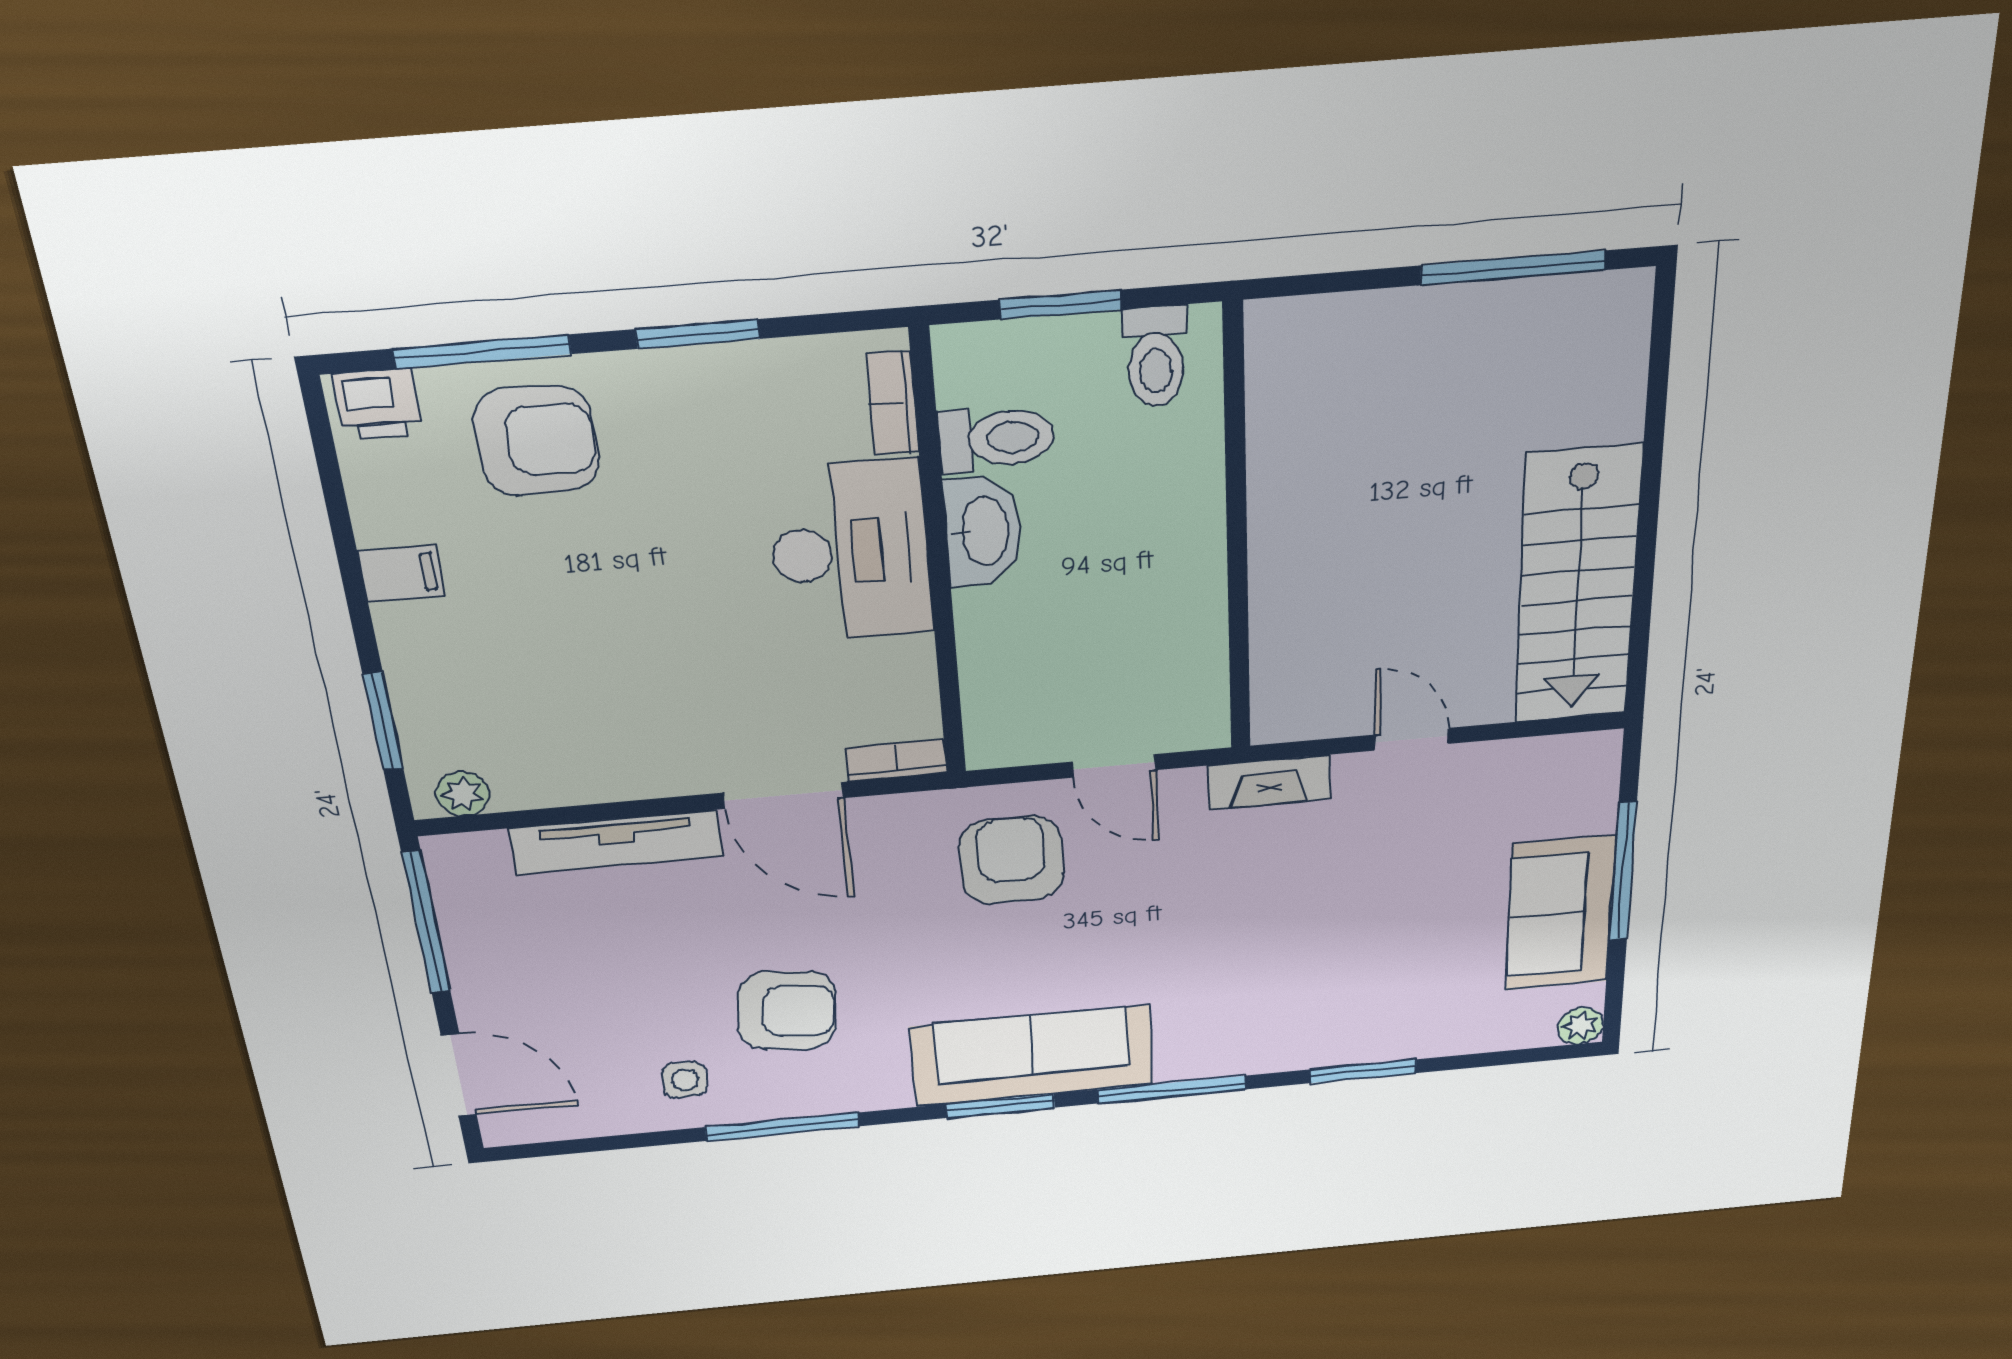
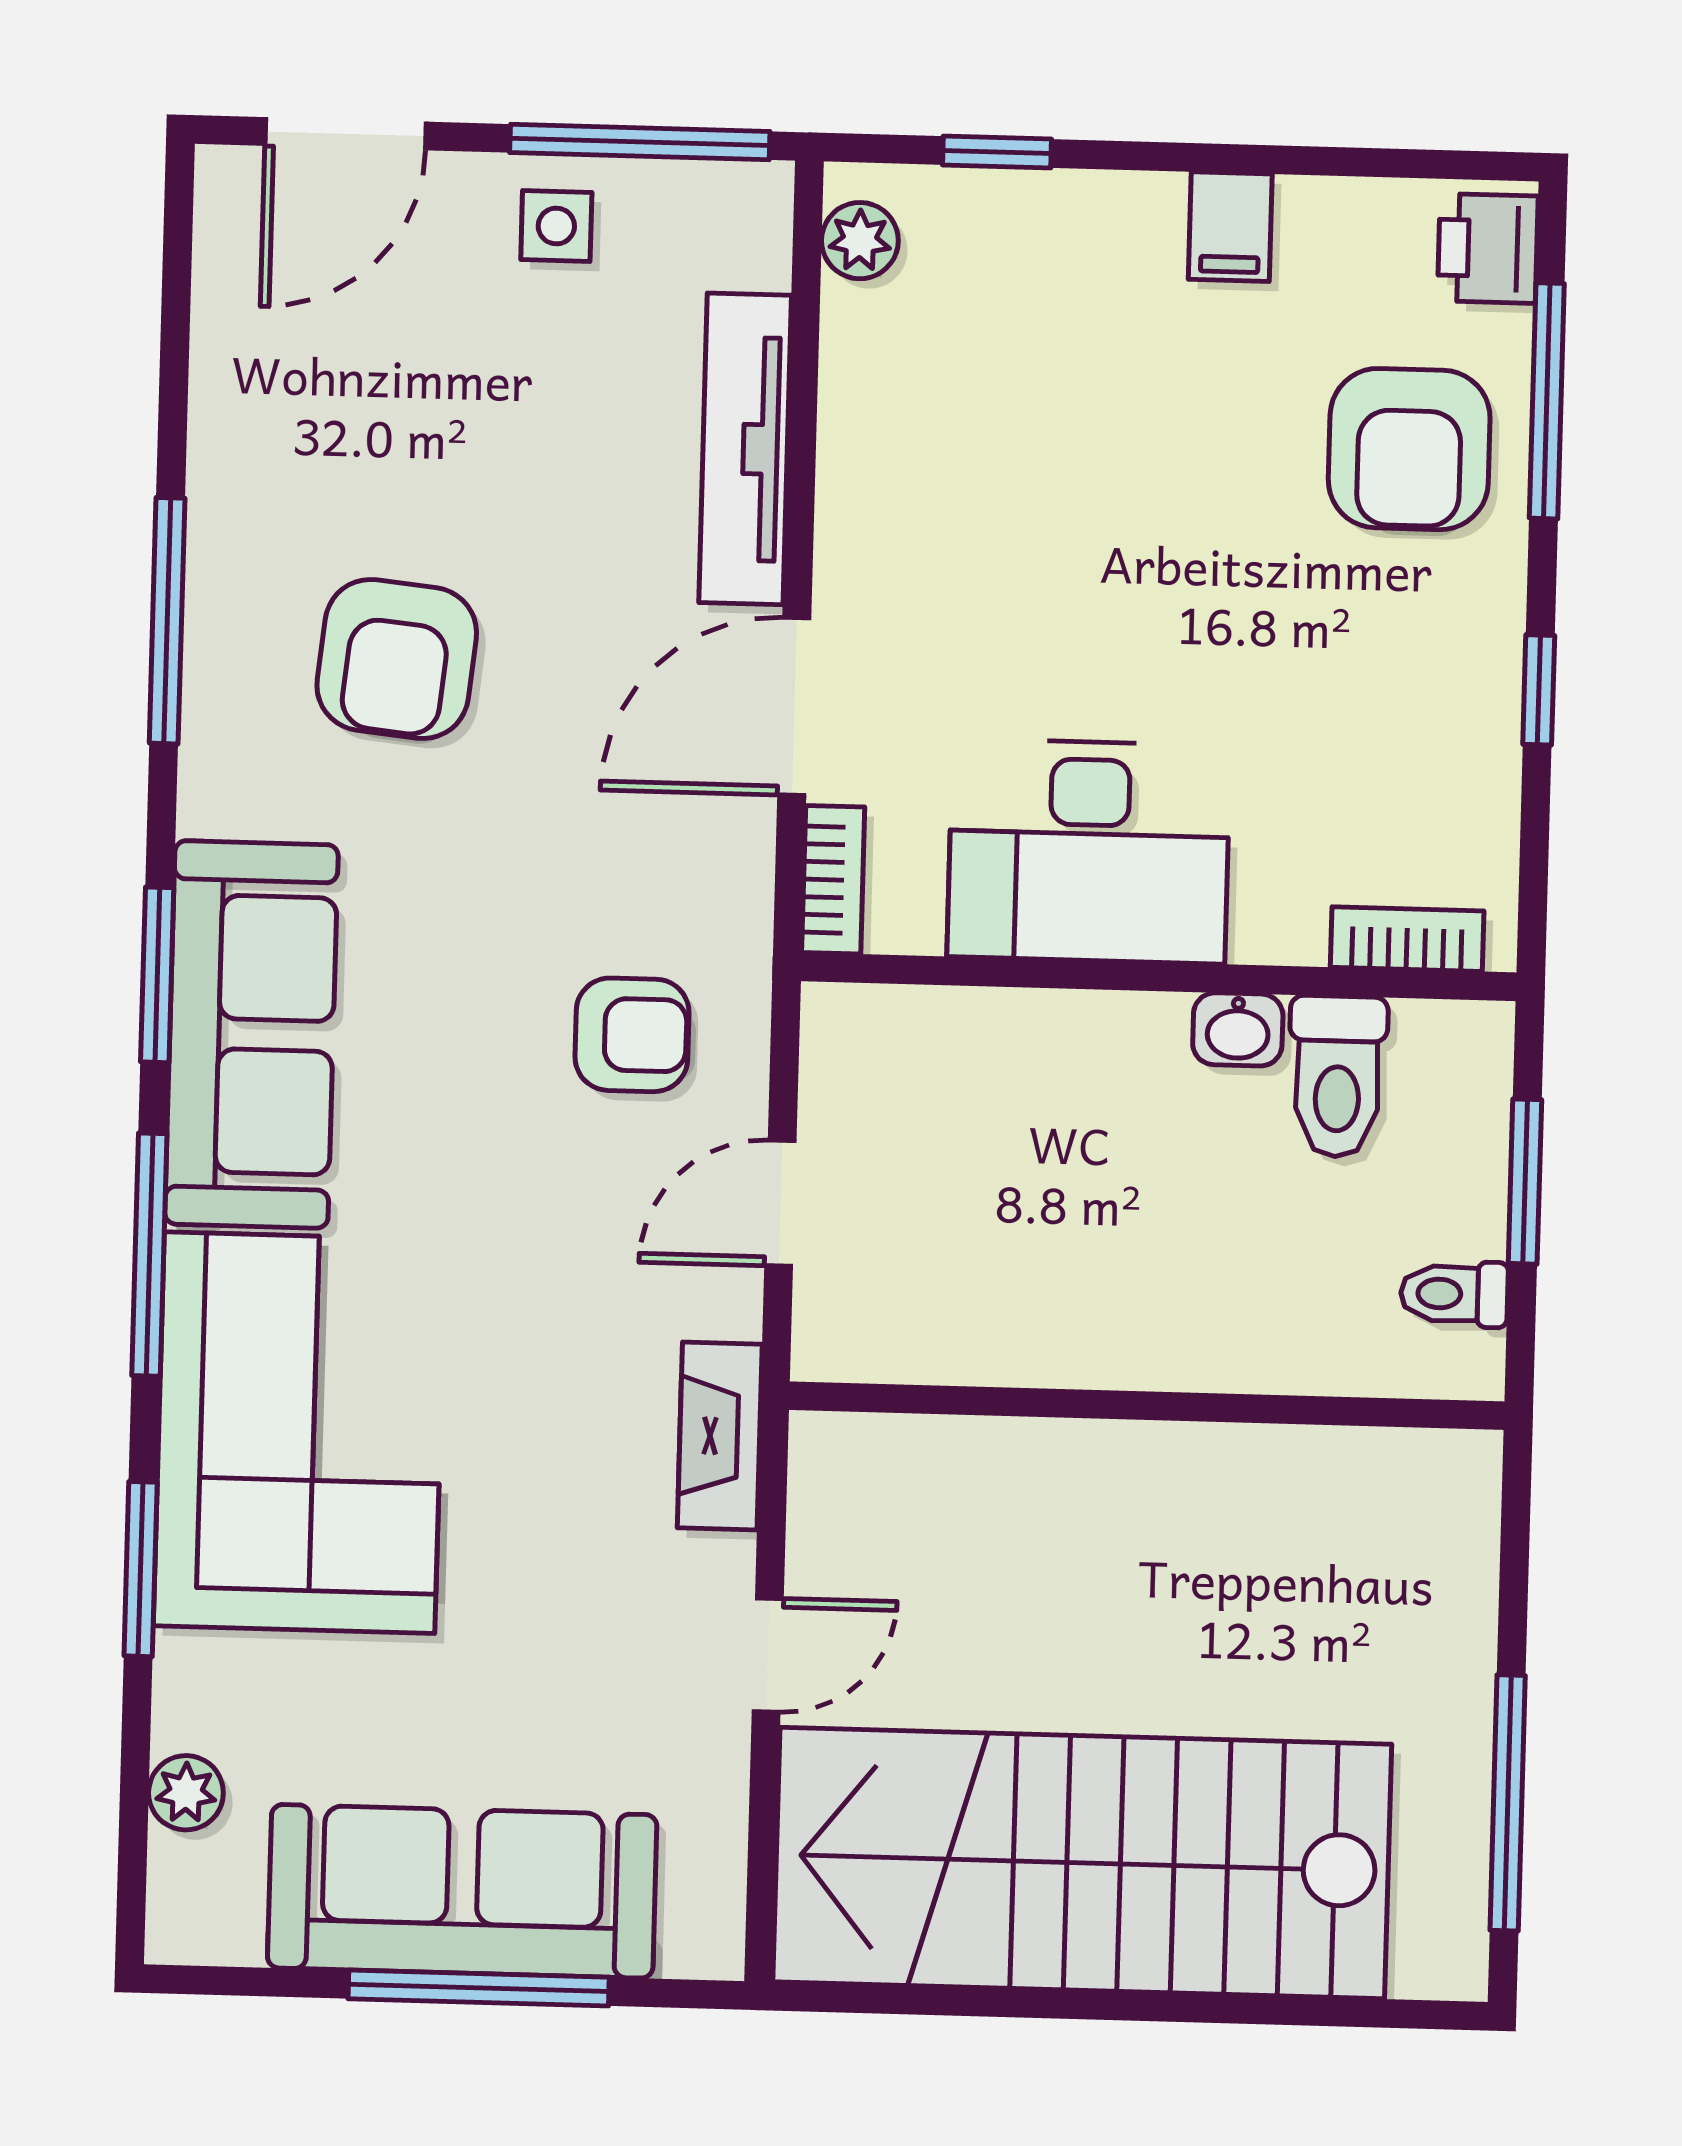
window: (698, 334) -> (1539, 690), width x0.67
toilet: (1155, 357) -> (1454, 1294), width x0.73, depth x0.72
washbasin: (983, 531) -> (1238, 1029), width x0.52, depth x0.69
desk: (850, 552) -> (1089, 851), moved
stairs: (1577, 586) -> (1082, 1863), width x1.36, depth x1.51
window: (383, 721) -> (997, 152), width x0.67
armchair: (1011, 860) -> (632, 1035), width x0.72, depth x0.72
sofa: (1560, 914) -> (462, 1891), width x1.36
corner sofa: (1277, 1003) -> (299, 1433), added
plant: (1580, 1026) -> (186, 1793), moved
side table: (685, 1080) -> (556, 226), moved

